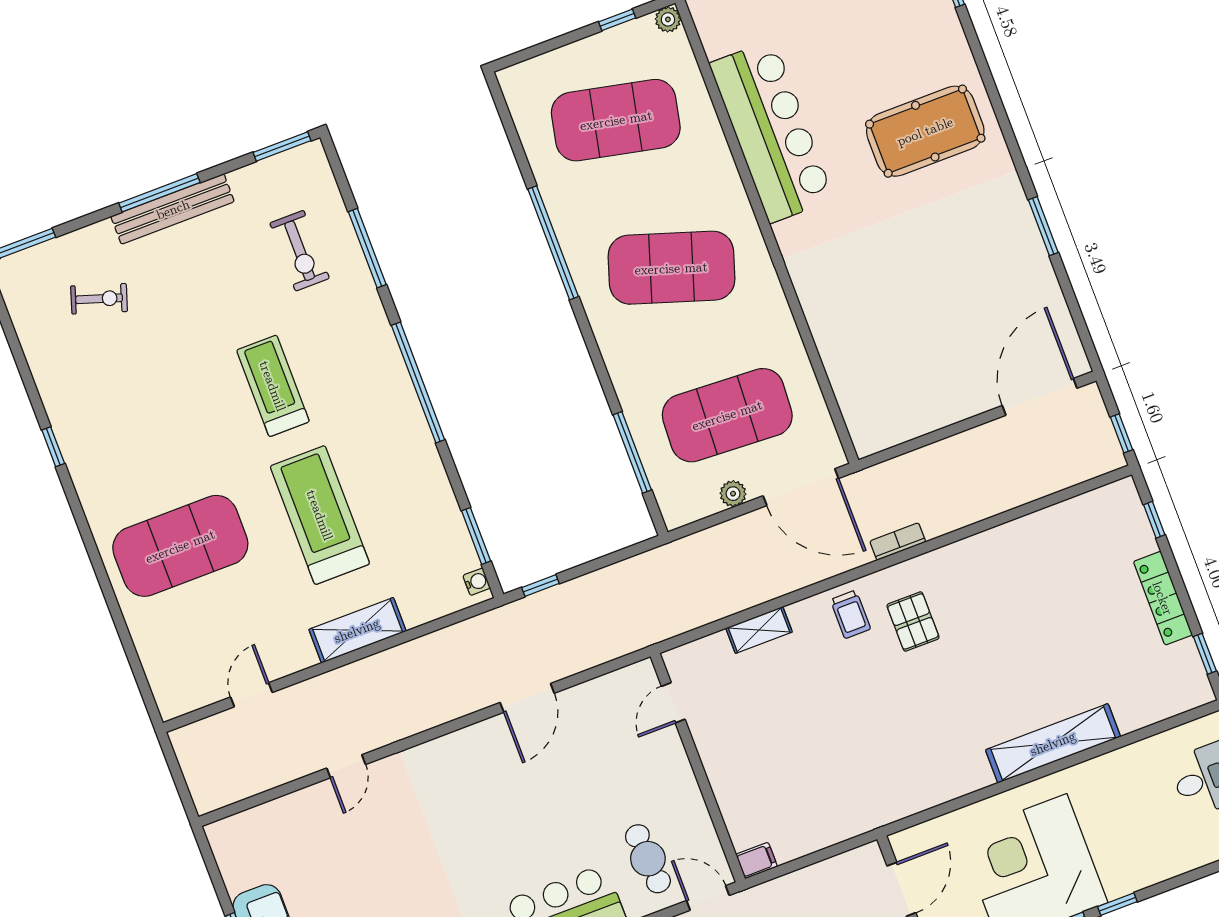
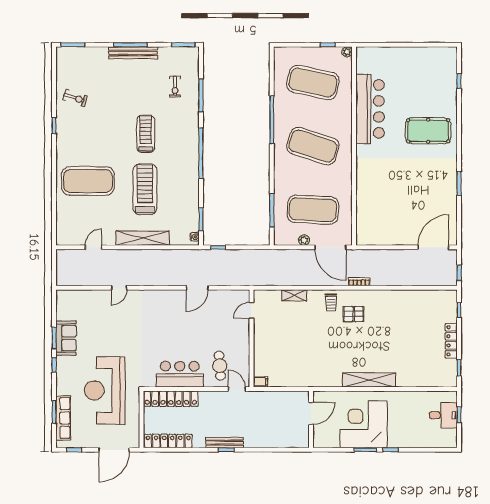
exercise bike: (300, 251) -> (175, 87), width x0.73, depth x0.72
exercise bike: (99, 299) -> (75, 98), moved
pallet: (913, 621) -> (354, 314), turned 90
shelving: (357, 630) -> (143, 238), width x1.47
shelving: (1053, 743) -> (369, 380), moved

